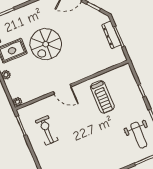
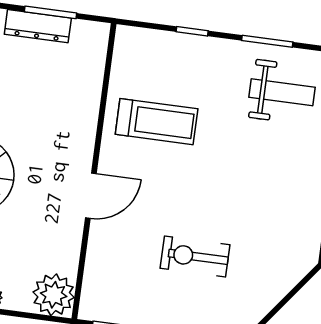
plant: (17, 102) -> (54, 295), width x1.88, depth x1.88
exercise bike: (47, 130) -> (195, 256), moved

